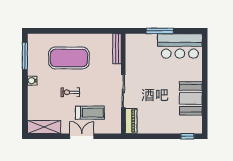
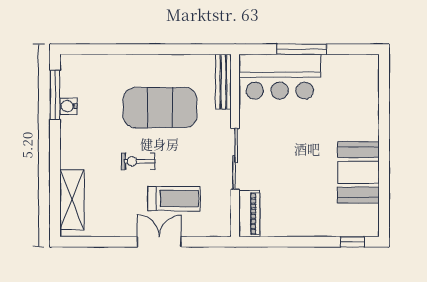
bar counter: (180, 46) -> (280, 77), moved
exercise mat: (69, 58) -> (160, 108), moved
water cooler: (32, 81) -> (68, 106), moved
shelving: (44, 127) -> (72, 200), moved, turned 90

